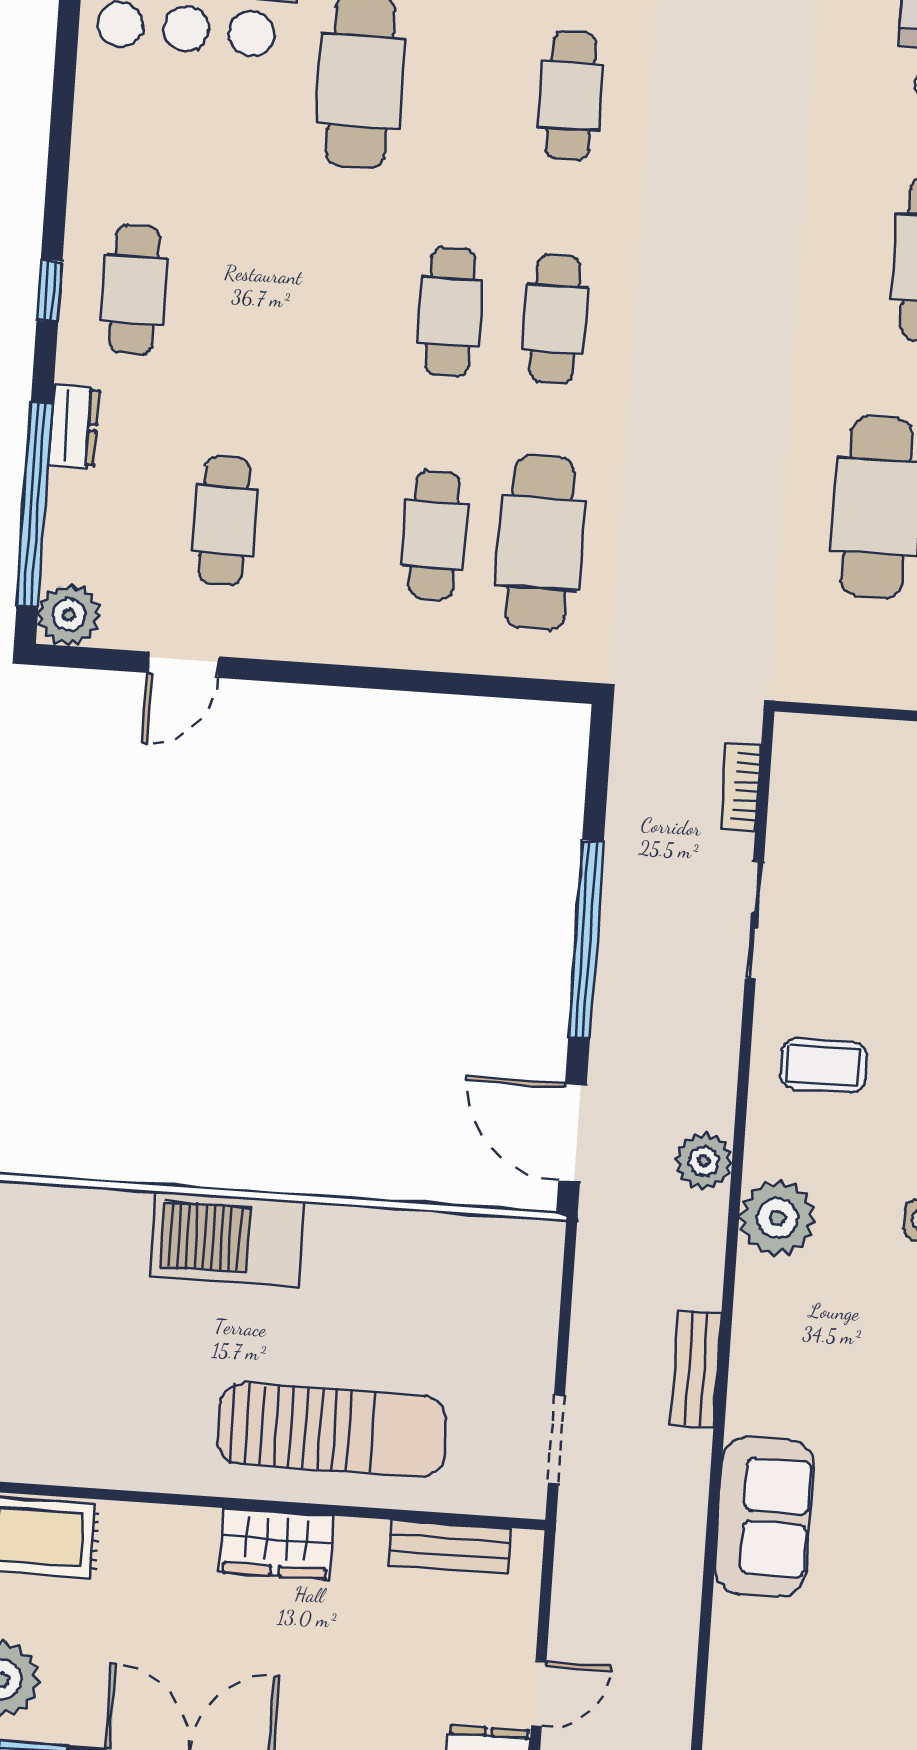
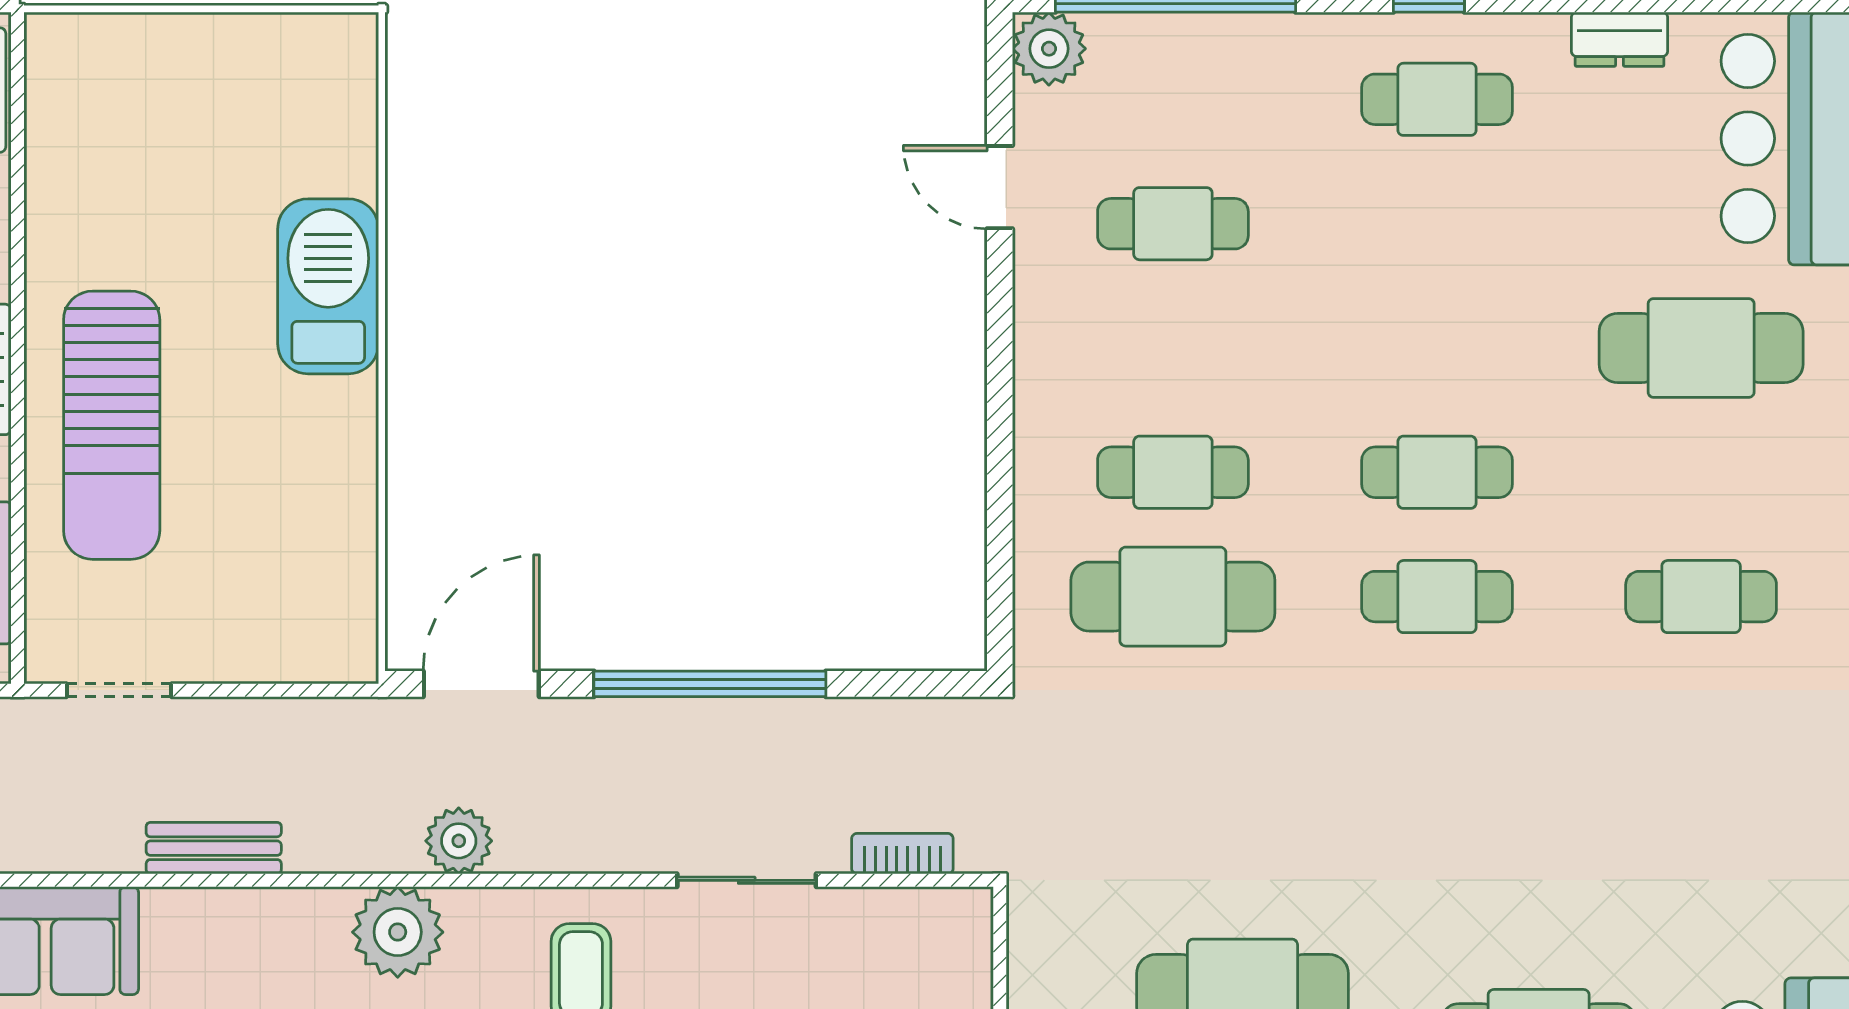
dresser: (74, 427) -> (1619, 39), moved

